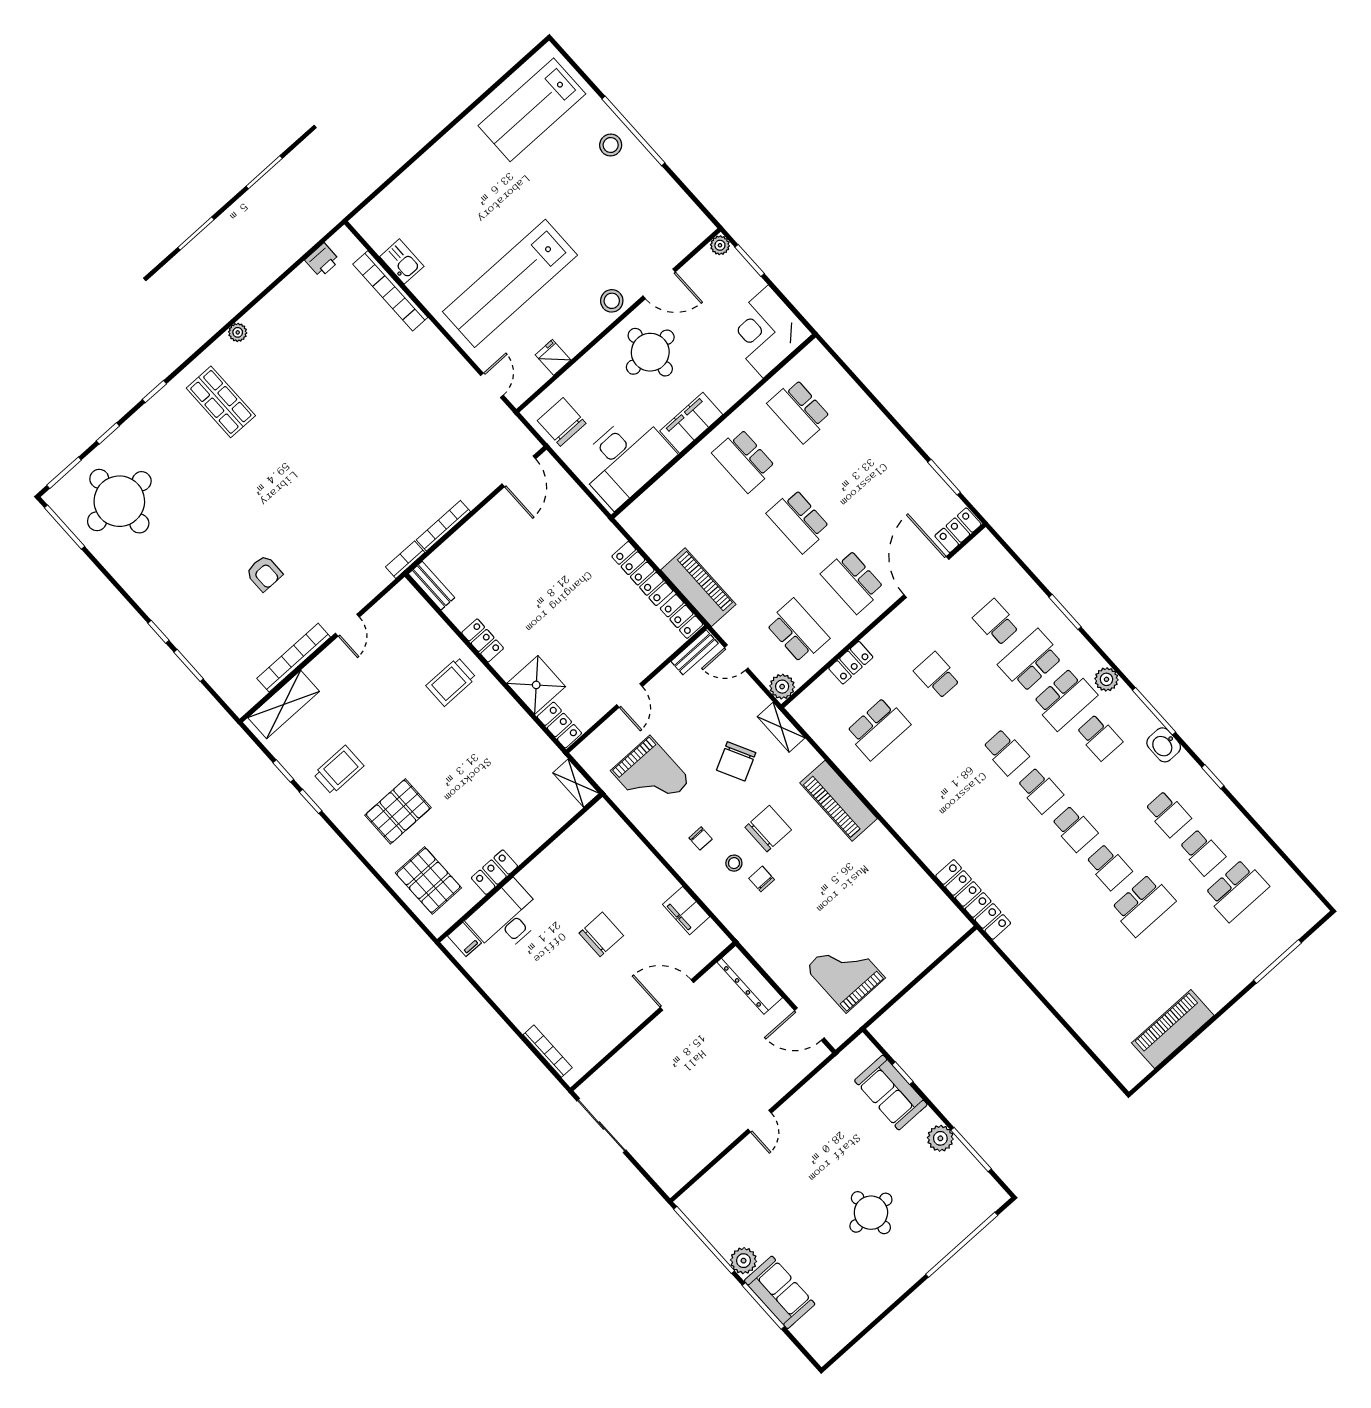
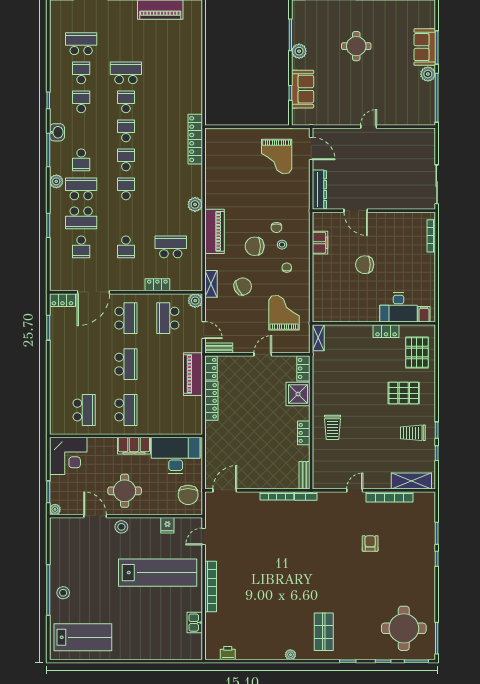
bookcase: (390, 291) -> (211, 587), moved
trolley: (451, 682) -> (332, 427), turned 90
school desk: (1099, 737) -> (81, 160), turned 180
plant: (896, 813) -> (195, 204), added

